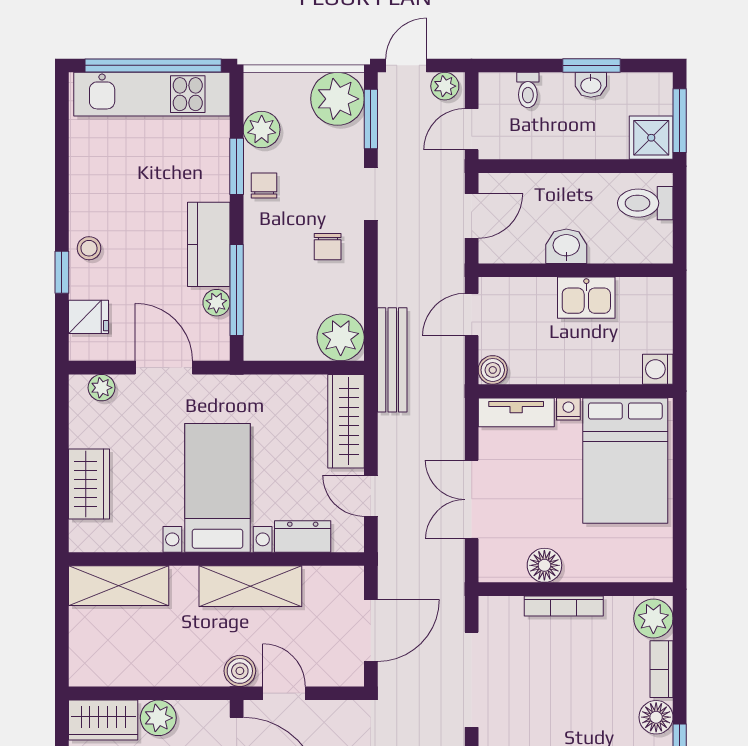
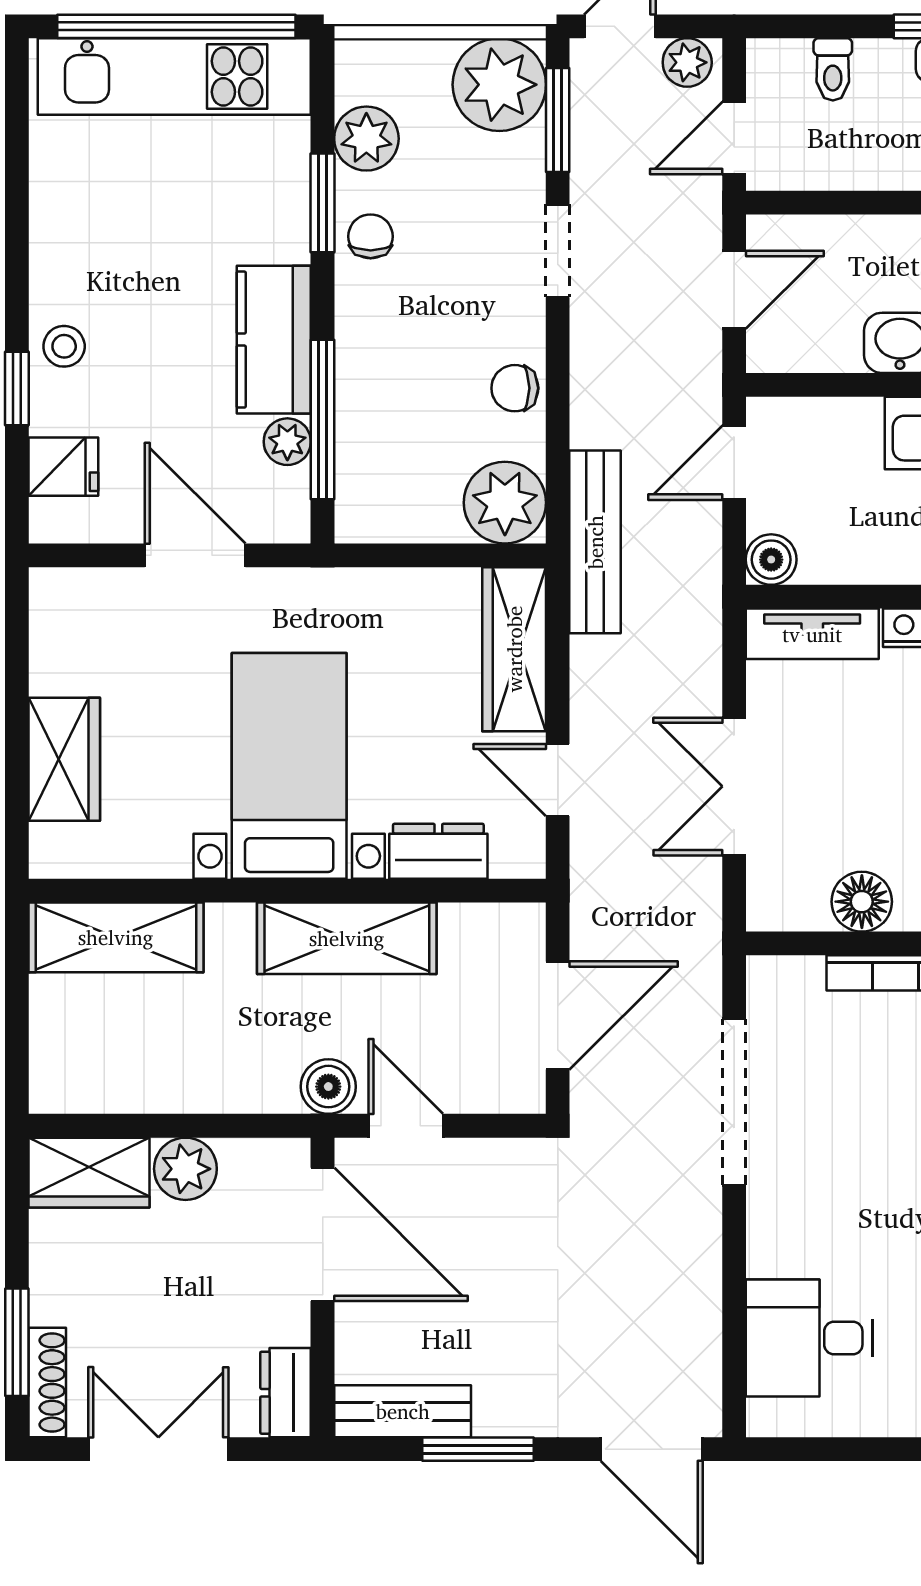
chair: (328, 247) -> (515, 388), moved, turned 90
plant: (102, 388) -> (86, 591), removed

